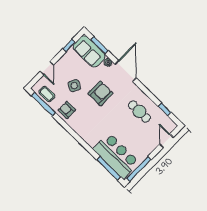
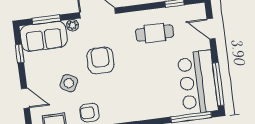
bar counter: (116, 156) -> (198, 82), moved, turned -90

